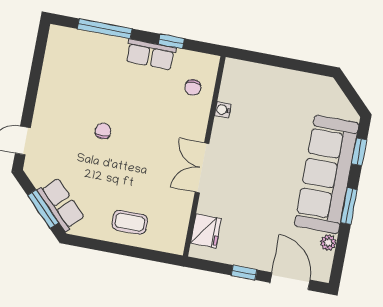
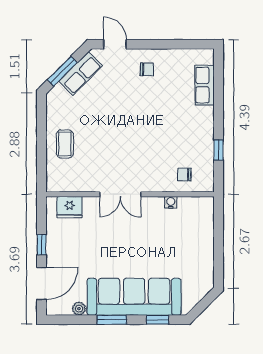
window: (105, 29) -> (219, 94), removed
row of seats: (151, 55) -> (205, 85), moved
chair: (103, 131) -> (147, 69), moved
double door: (202, 168) -> (120, 194), swing flipped
row of seats: (61, 204) -> (81, 73), moved

